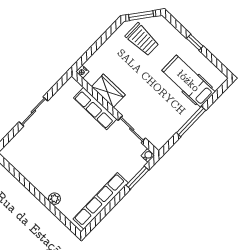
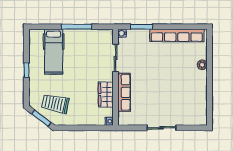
trolley: (142, 40) -> (55, 104), turned -78

